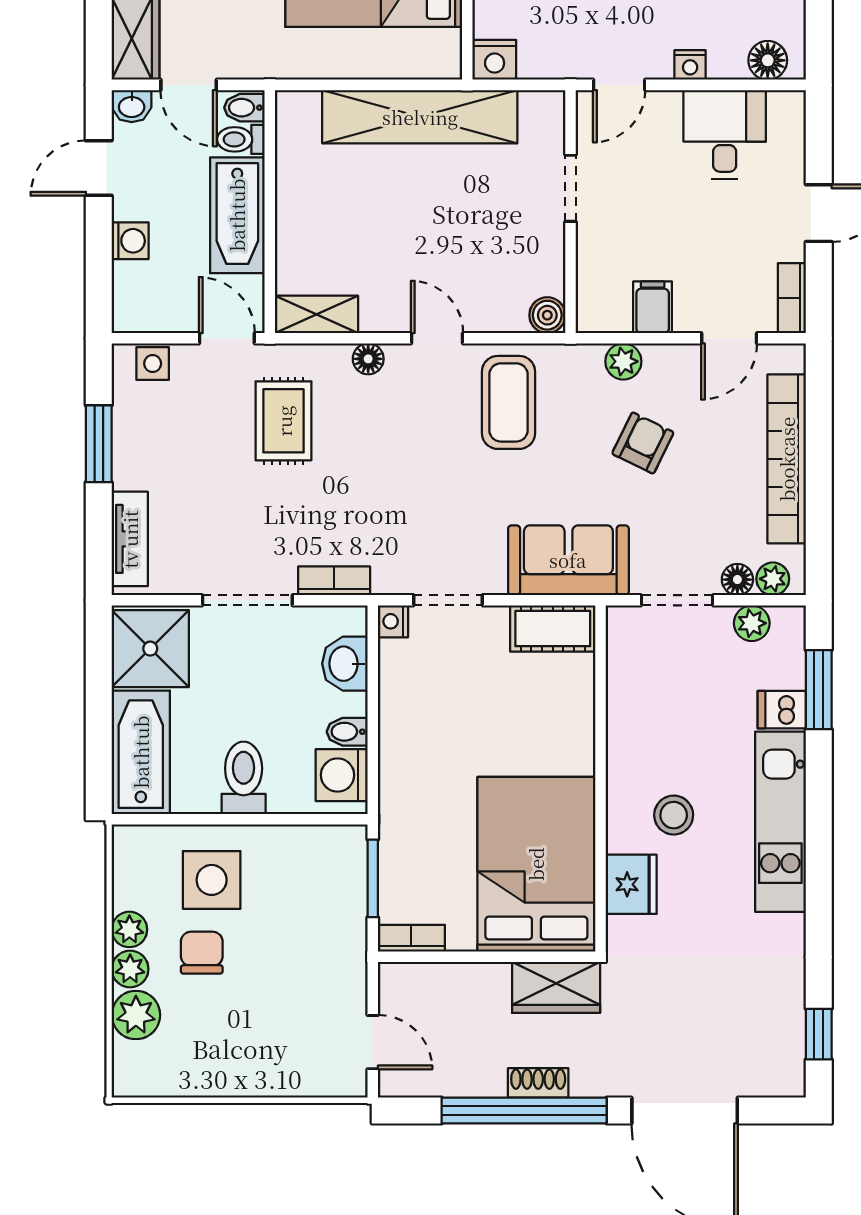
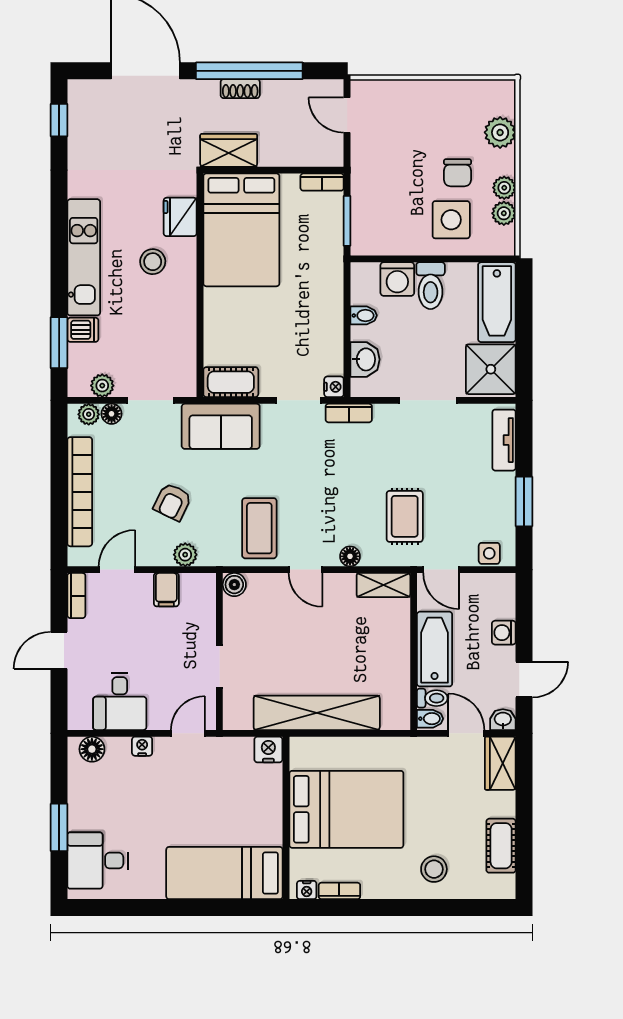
bookcase: (334, 581) -> (349, 413), moved
washing machine: (342, 775) -> (397, 279), moved, turned 90
plant: (130, 969) -> (504, 213), moved

